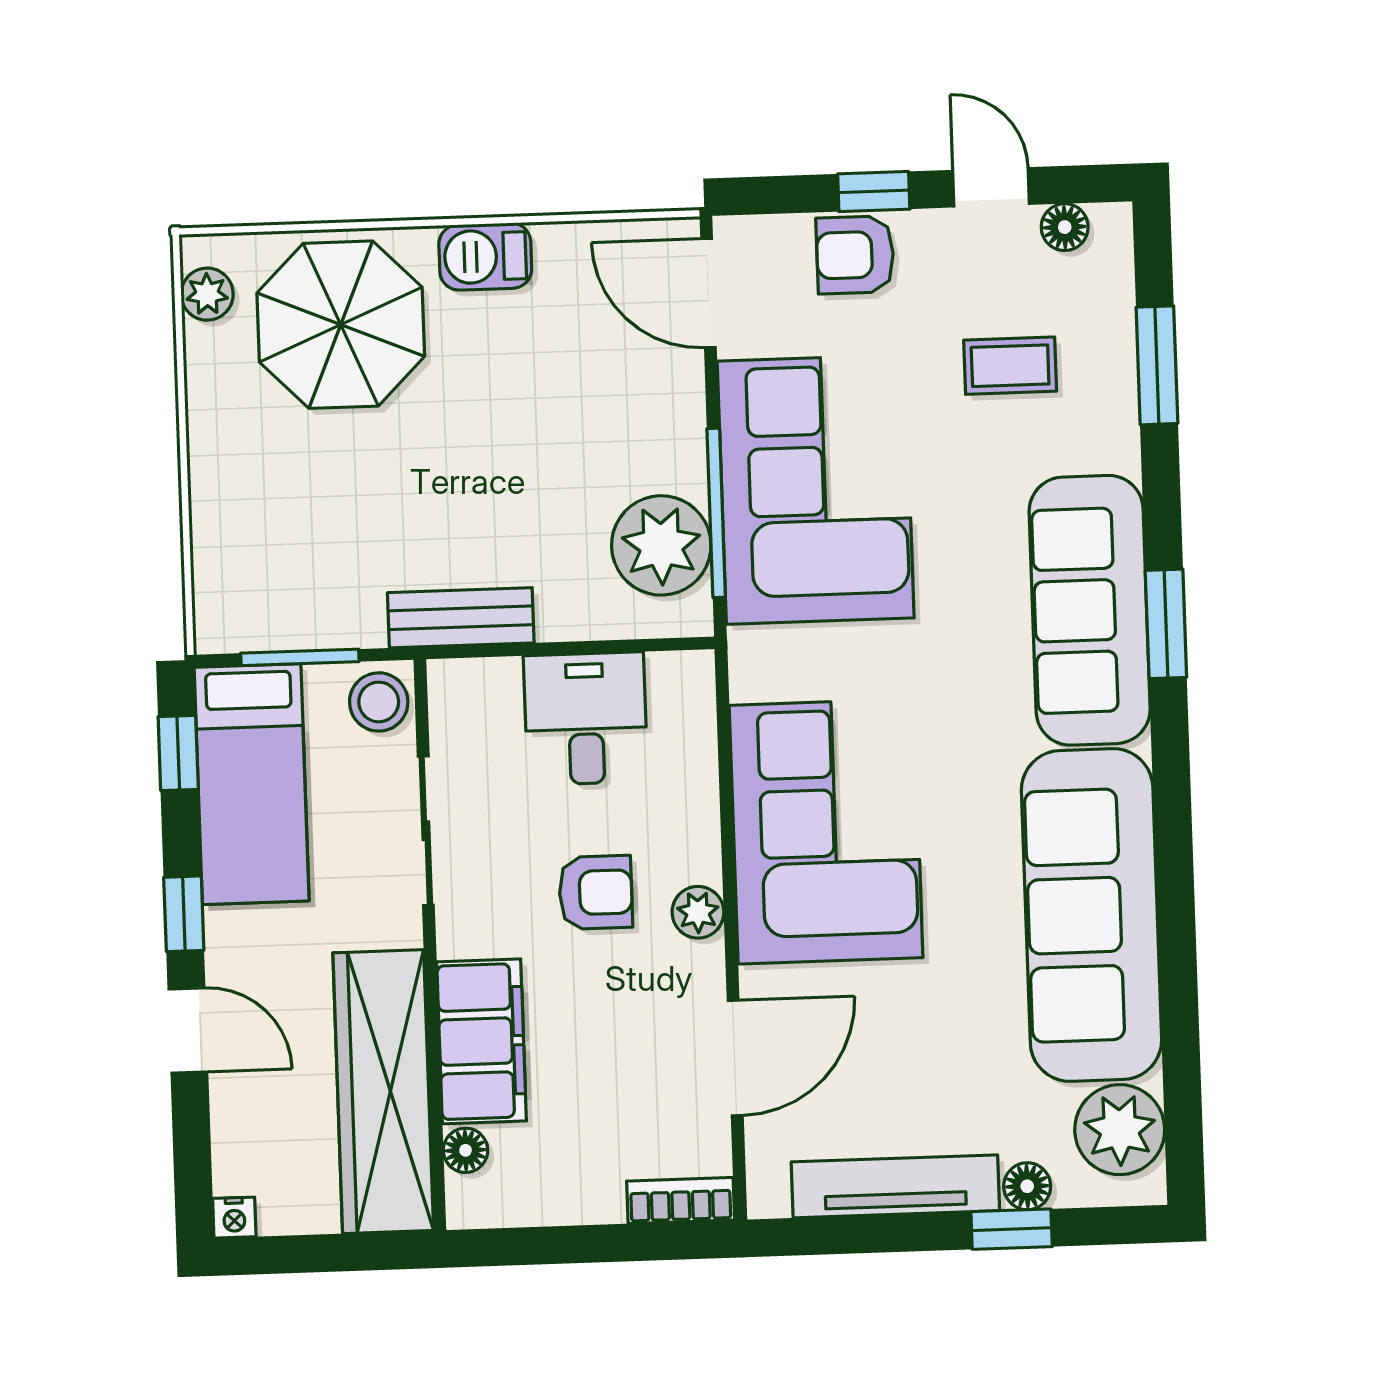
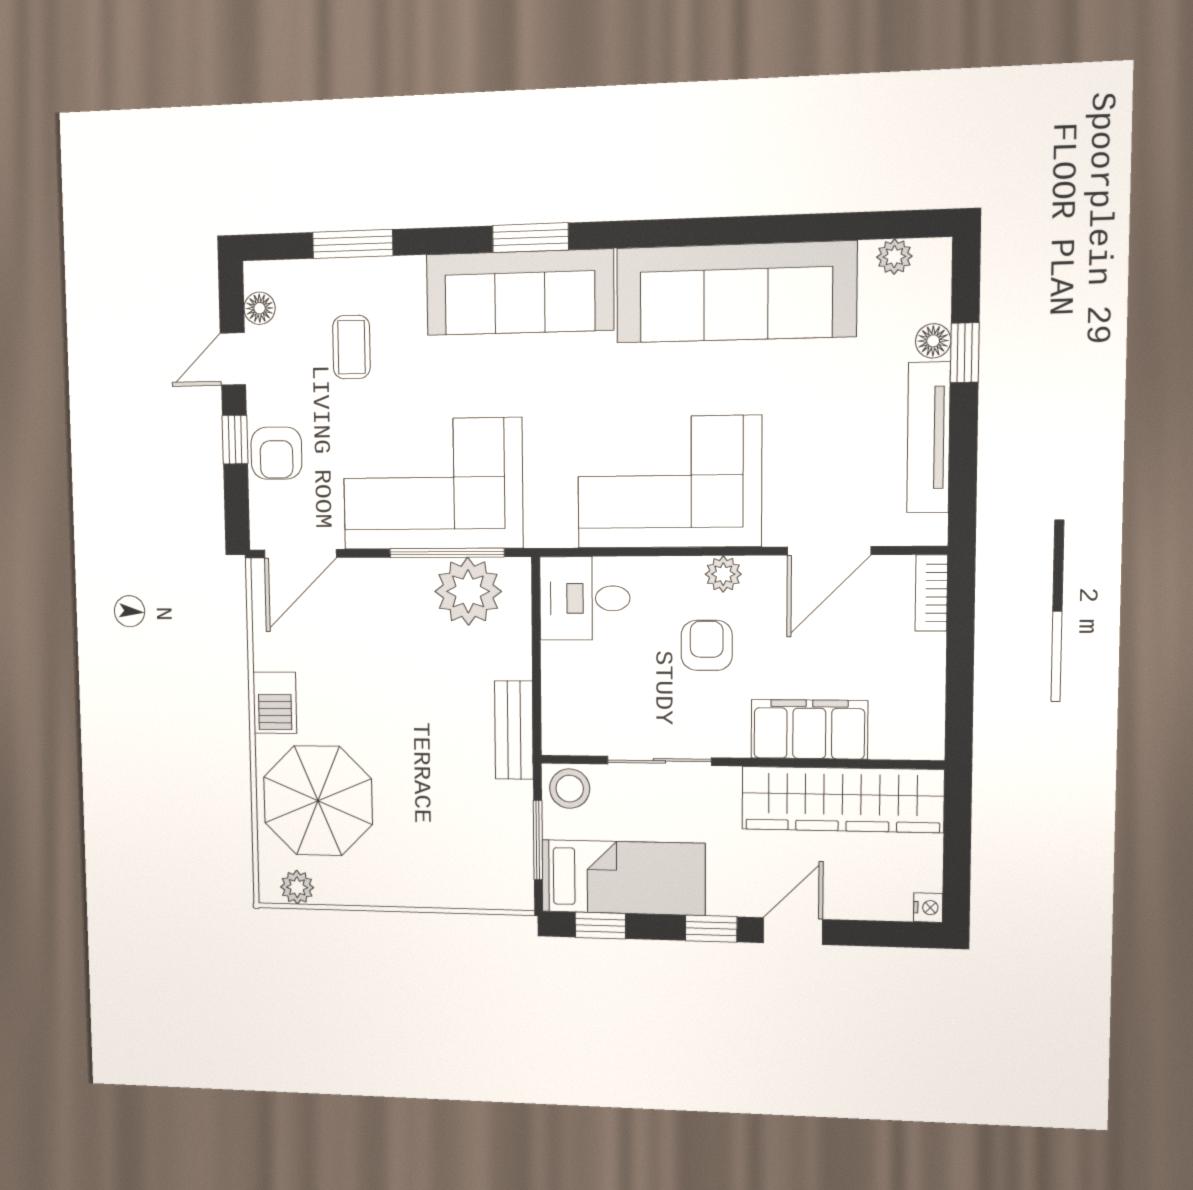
desk: (586, 719) -> (585, 598), moved
door: (735, 1058) -> (829, 551), swing flipped
plant: (1120, 1130) -> (894, 257), width x0.53, depth x0.53
floor lamp: (466, 1150) -> (887, 744), removed

